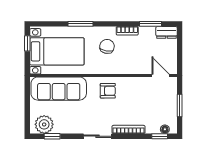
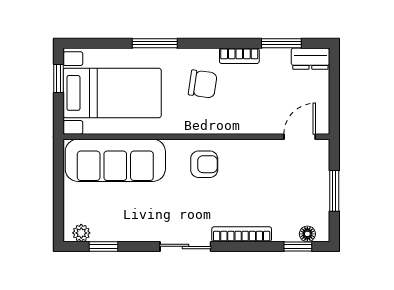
chair: (107, 46) -> (203, 84), turned 88
door: (161, 76) -> (300, 137), hinge flipped
plant: (44, 124) -> (81, 233), width x0.53, depth x0.53

